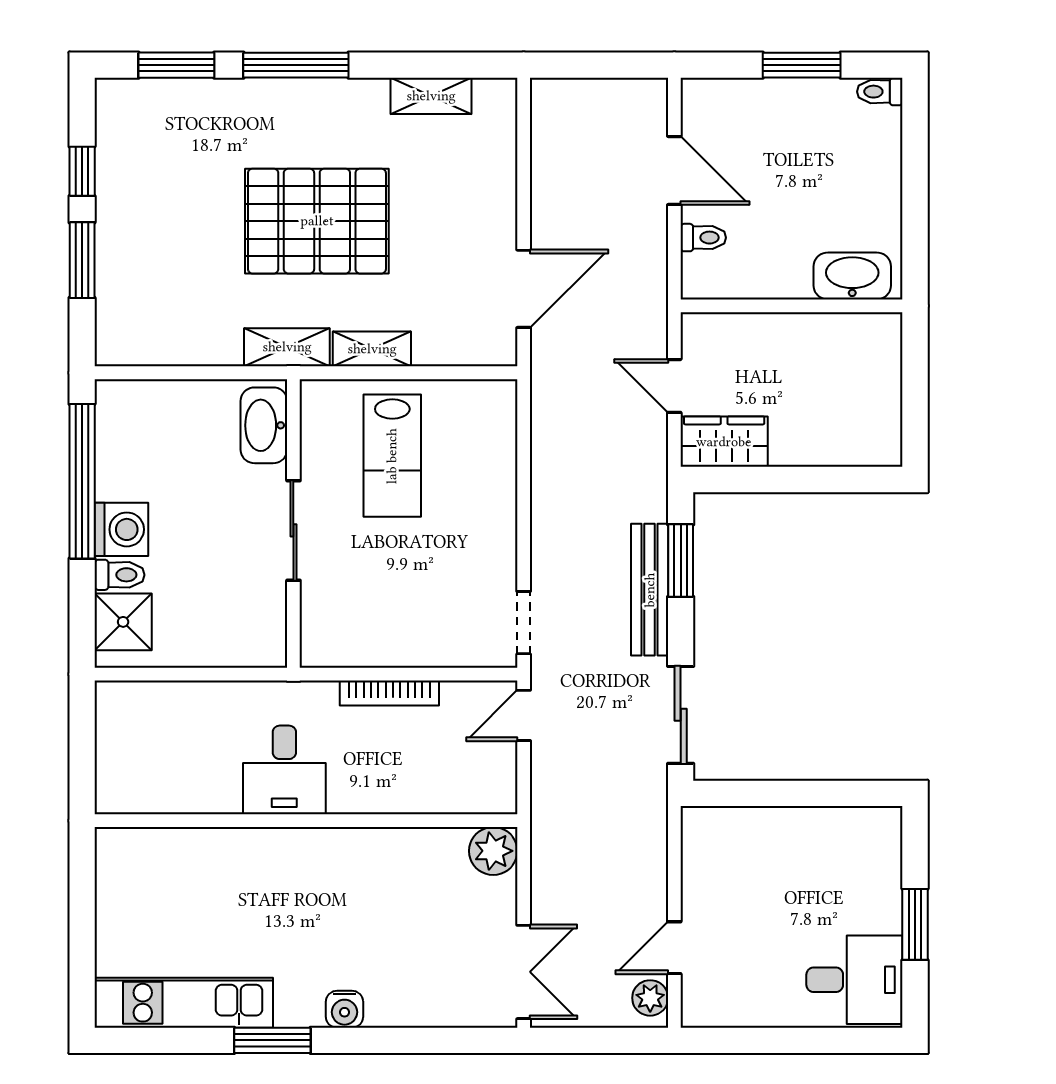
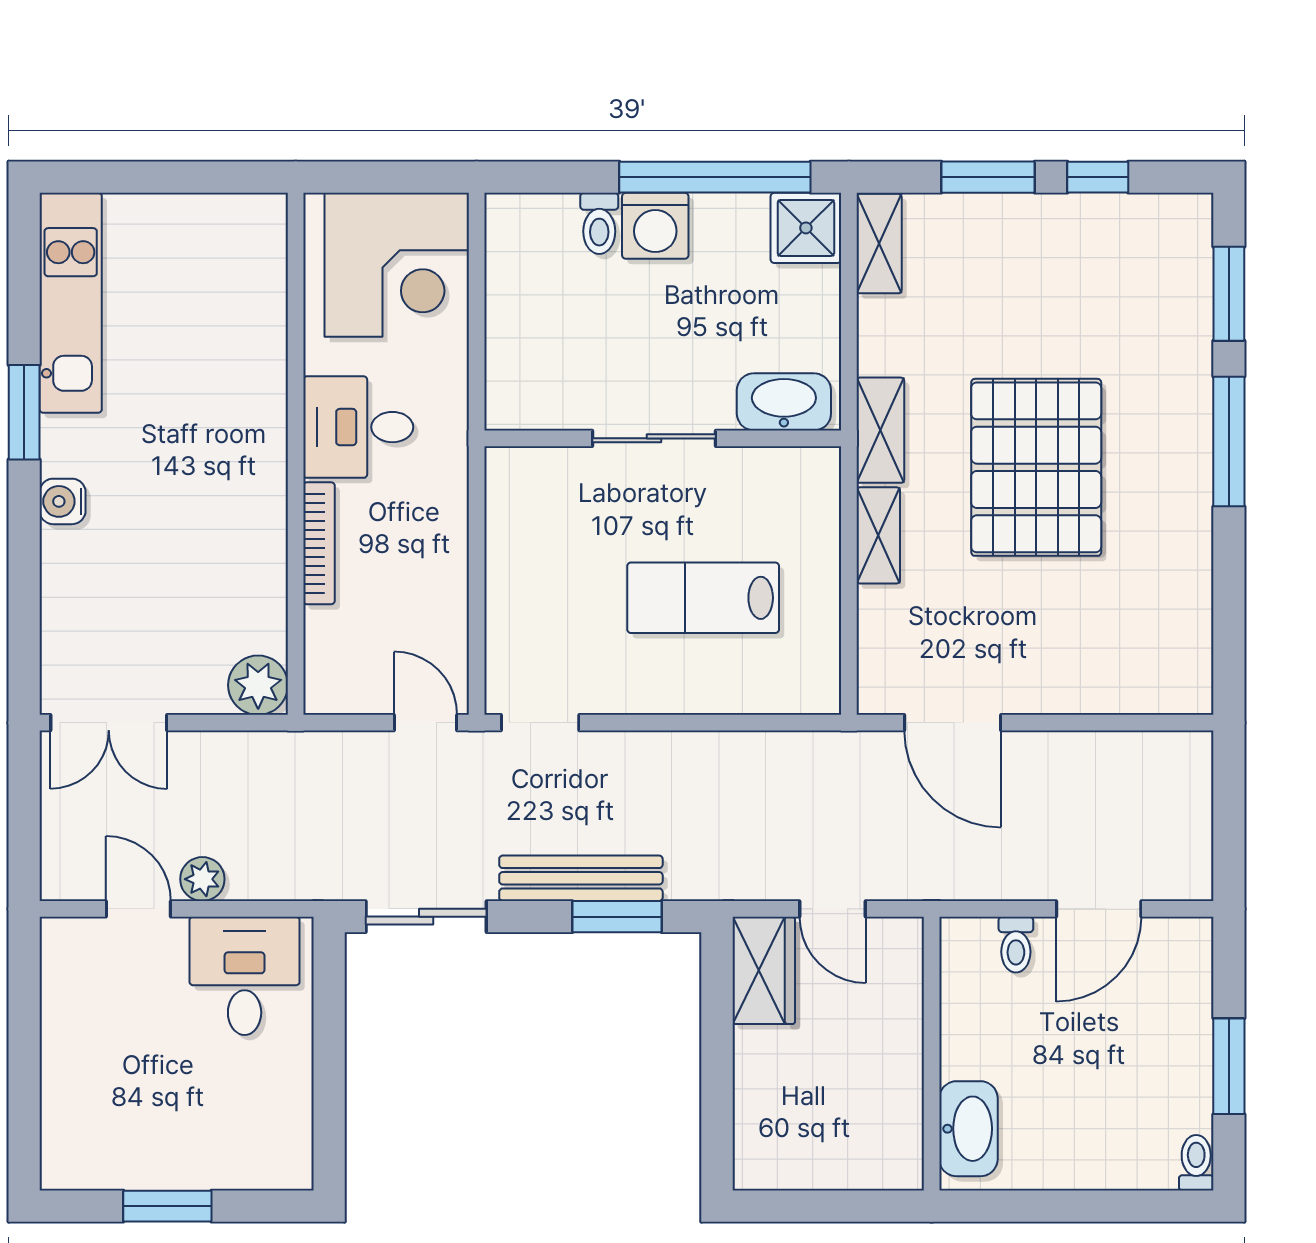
shelving: (431, 96) -> (879, 244), moved
door: (674, 386) -> (833, 909), swing flipped
lab bench: (392, 456) -> (703, 598), moved
shower: (123, 622) -> (806, 228), moved
bookcase: (389, 693) -> (319, 543), moved, turned 180
corner desk: (153, 739) -> (397, 265), added
desk: (854, 980) -> (245, 976), moved, turned 180
plant: (650, 998) -> (202, 879), moved

